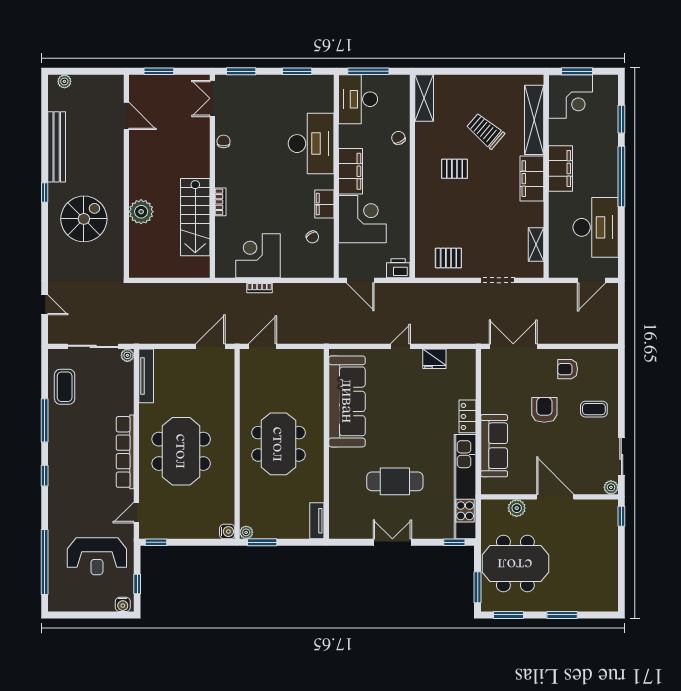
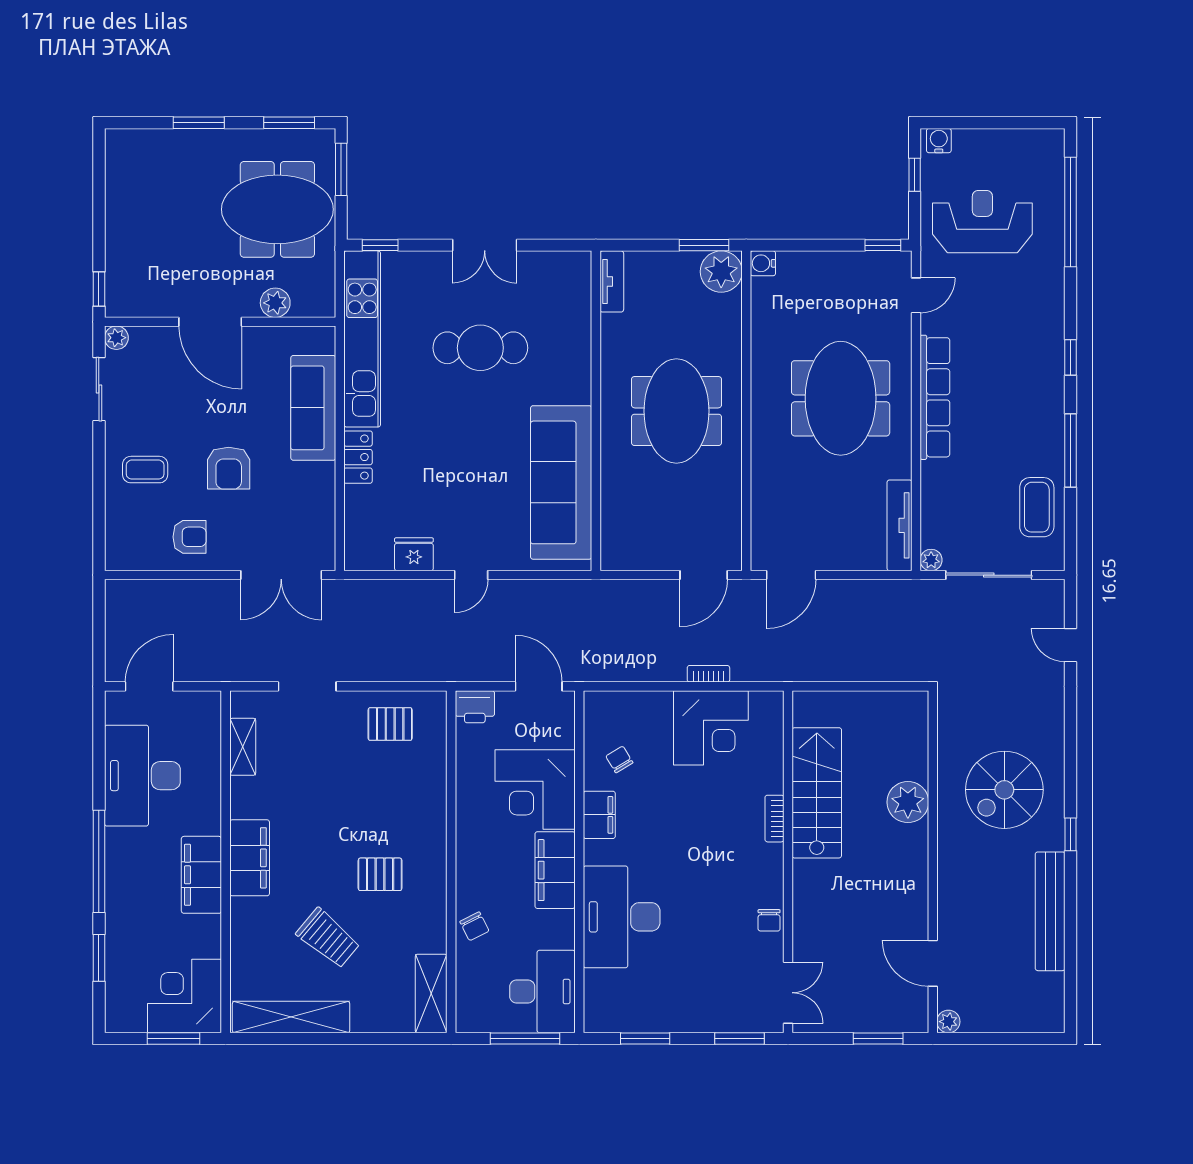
plant: (64, 81) -> (948, 1022), moved
shelving: (534, 120) -> (291, 1017), moved, turned 90
plant: (246, 532) -> (721, 272), width x1.88, depth x1.88

